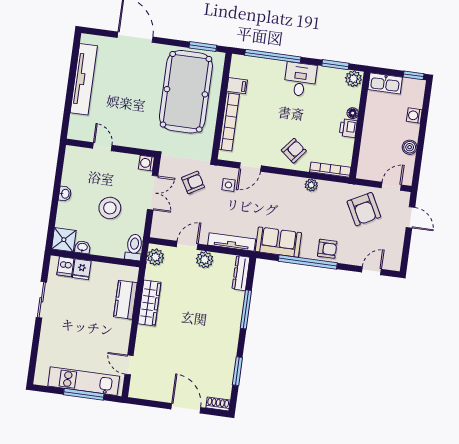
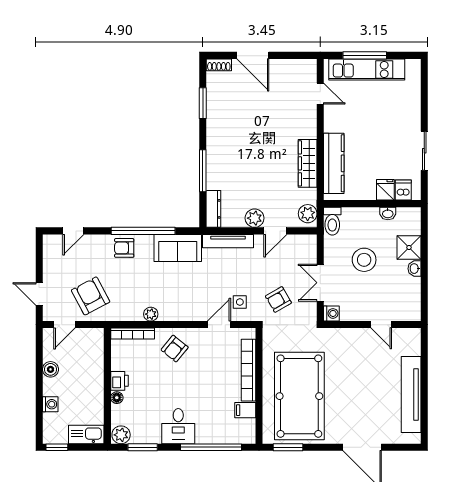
shower: (64, 240) -> (409, 247), moved
kitchen counter: (125, 300) -> (334, 163), width x1.50

